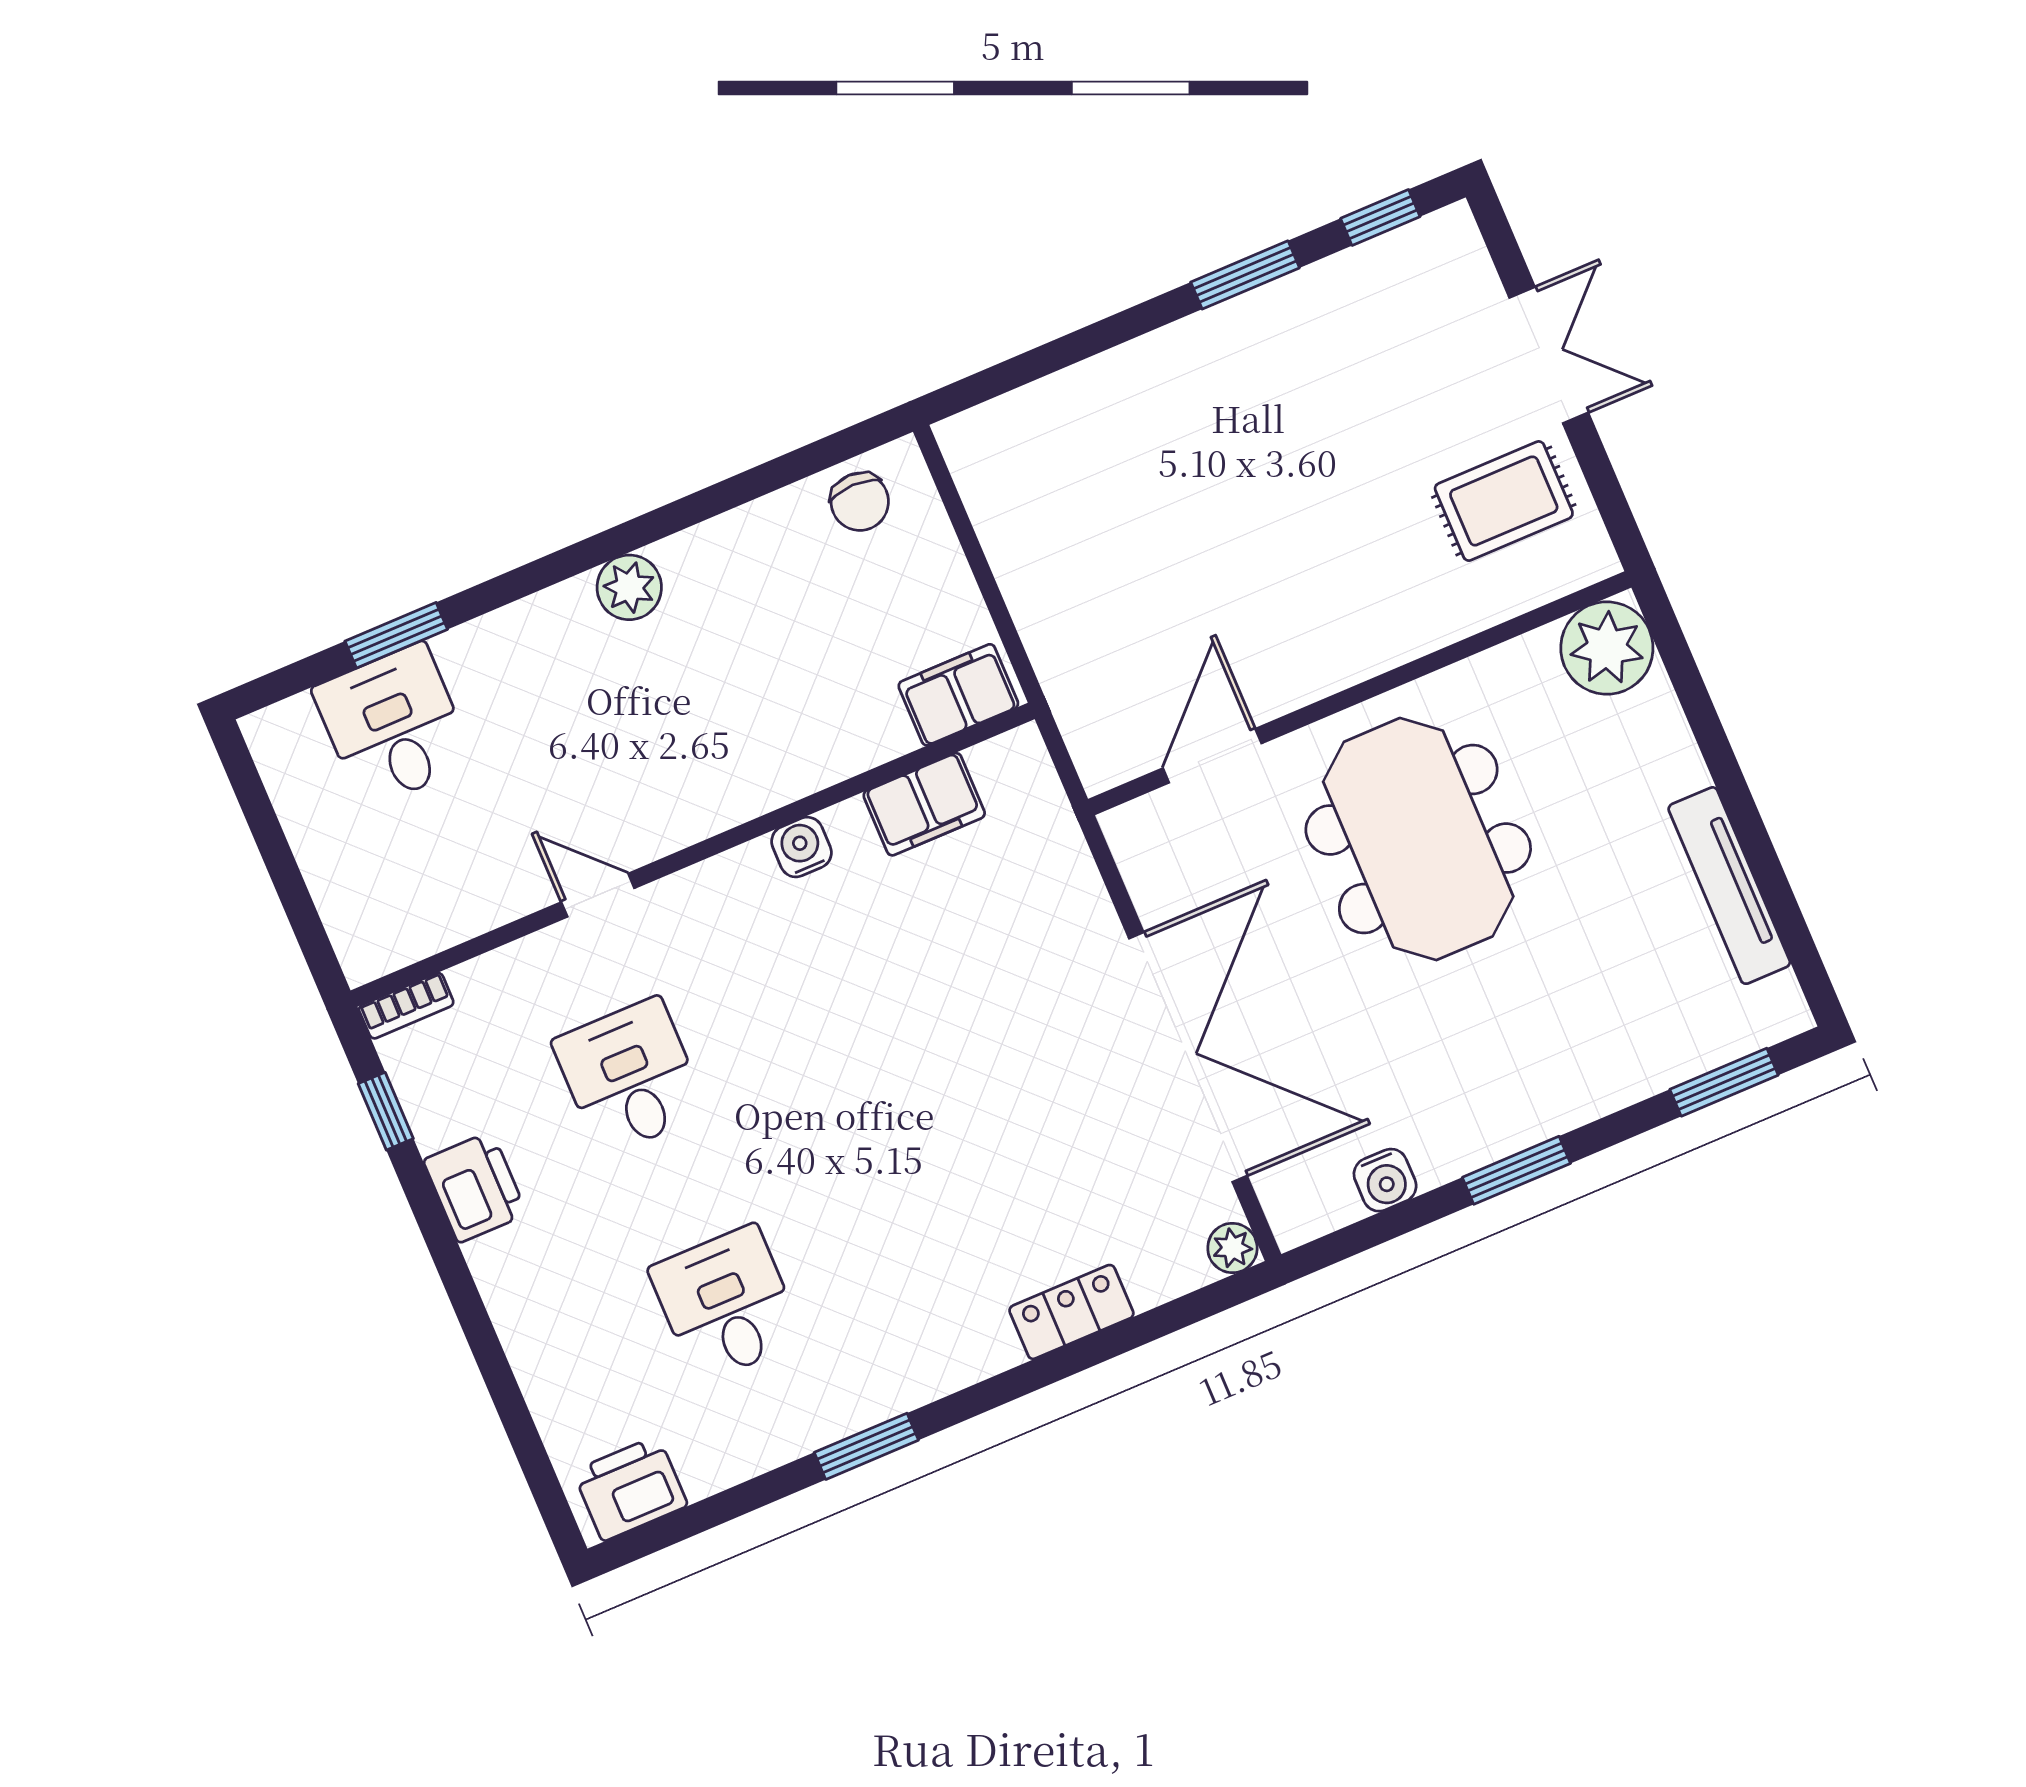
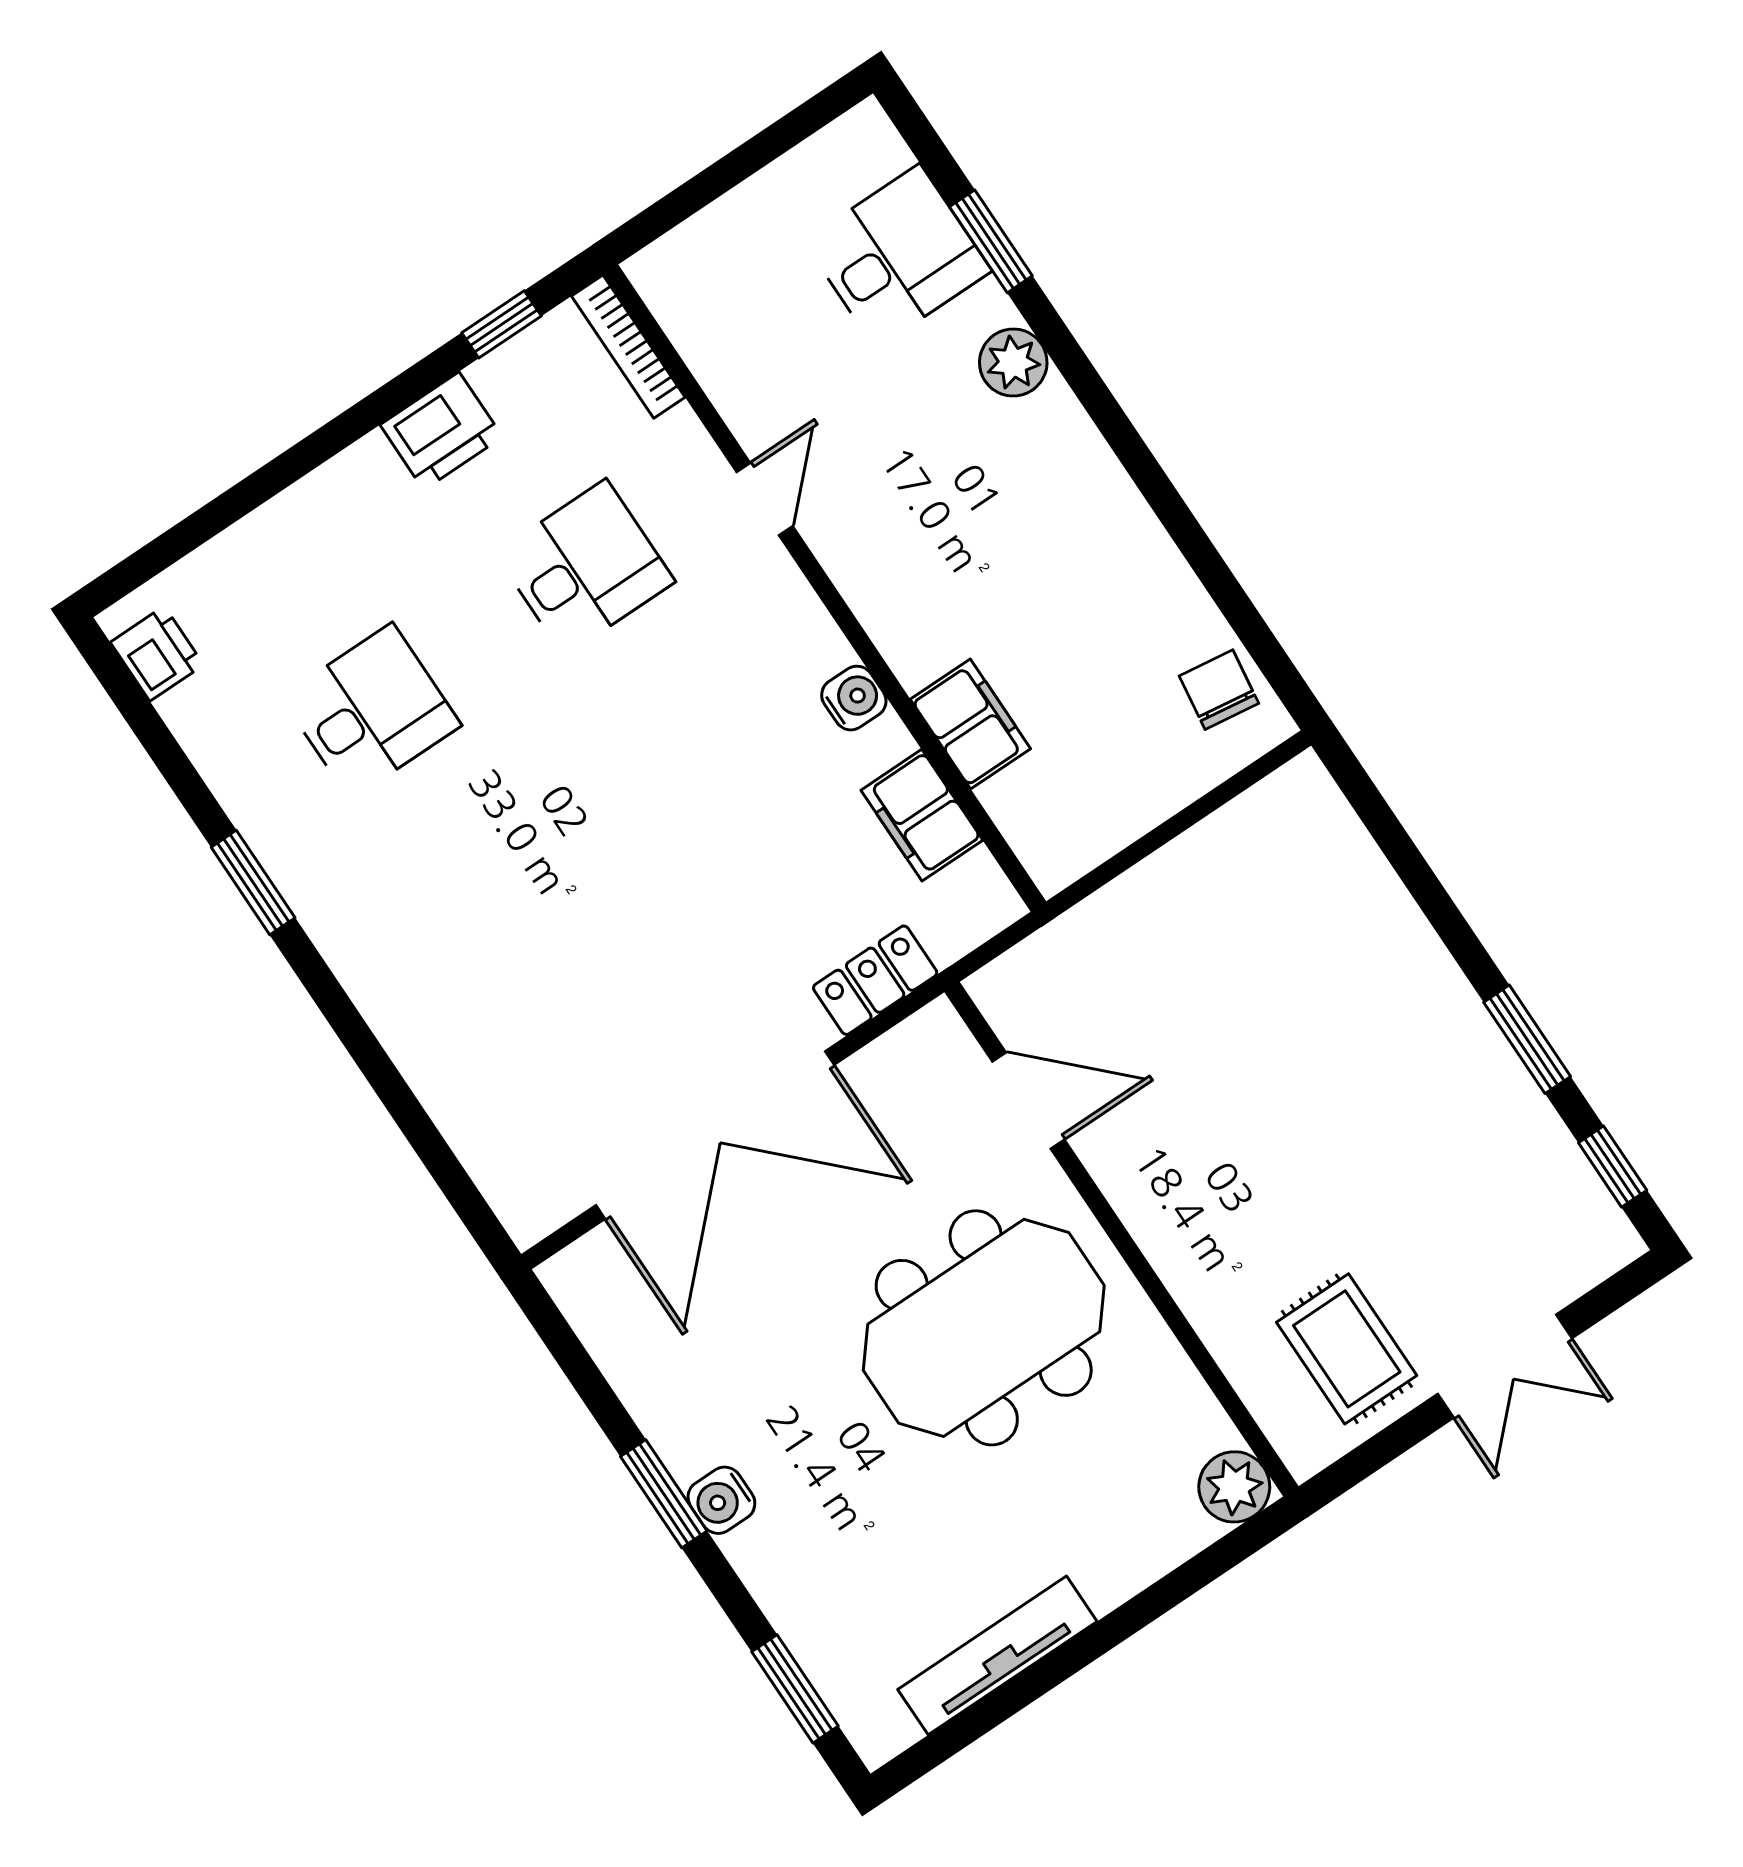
chair: (860, 502) -> (1219, 690), turned 98
plant: (629, 587) -> (1013, 363), moved
plant: (1607, 648) -> (1234, 1487), width x0.73, depth x0.73
filing cabinet: (958, 695) -> (970, 724), moved
bookcase: (406, 1006) -> (628, 347), width x1.56
water cooler: (1385, 1180) -> (721, 1500), moved
plant: (1232, 1248) -> (528, 1218), removed
locker: (1071, 1312) -> (875, 980), moved, turned -90
printer: (630, 1488) -> (157, 654), width x0.73, depth x0.81

